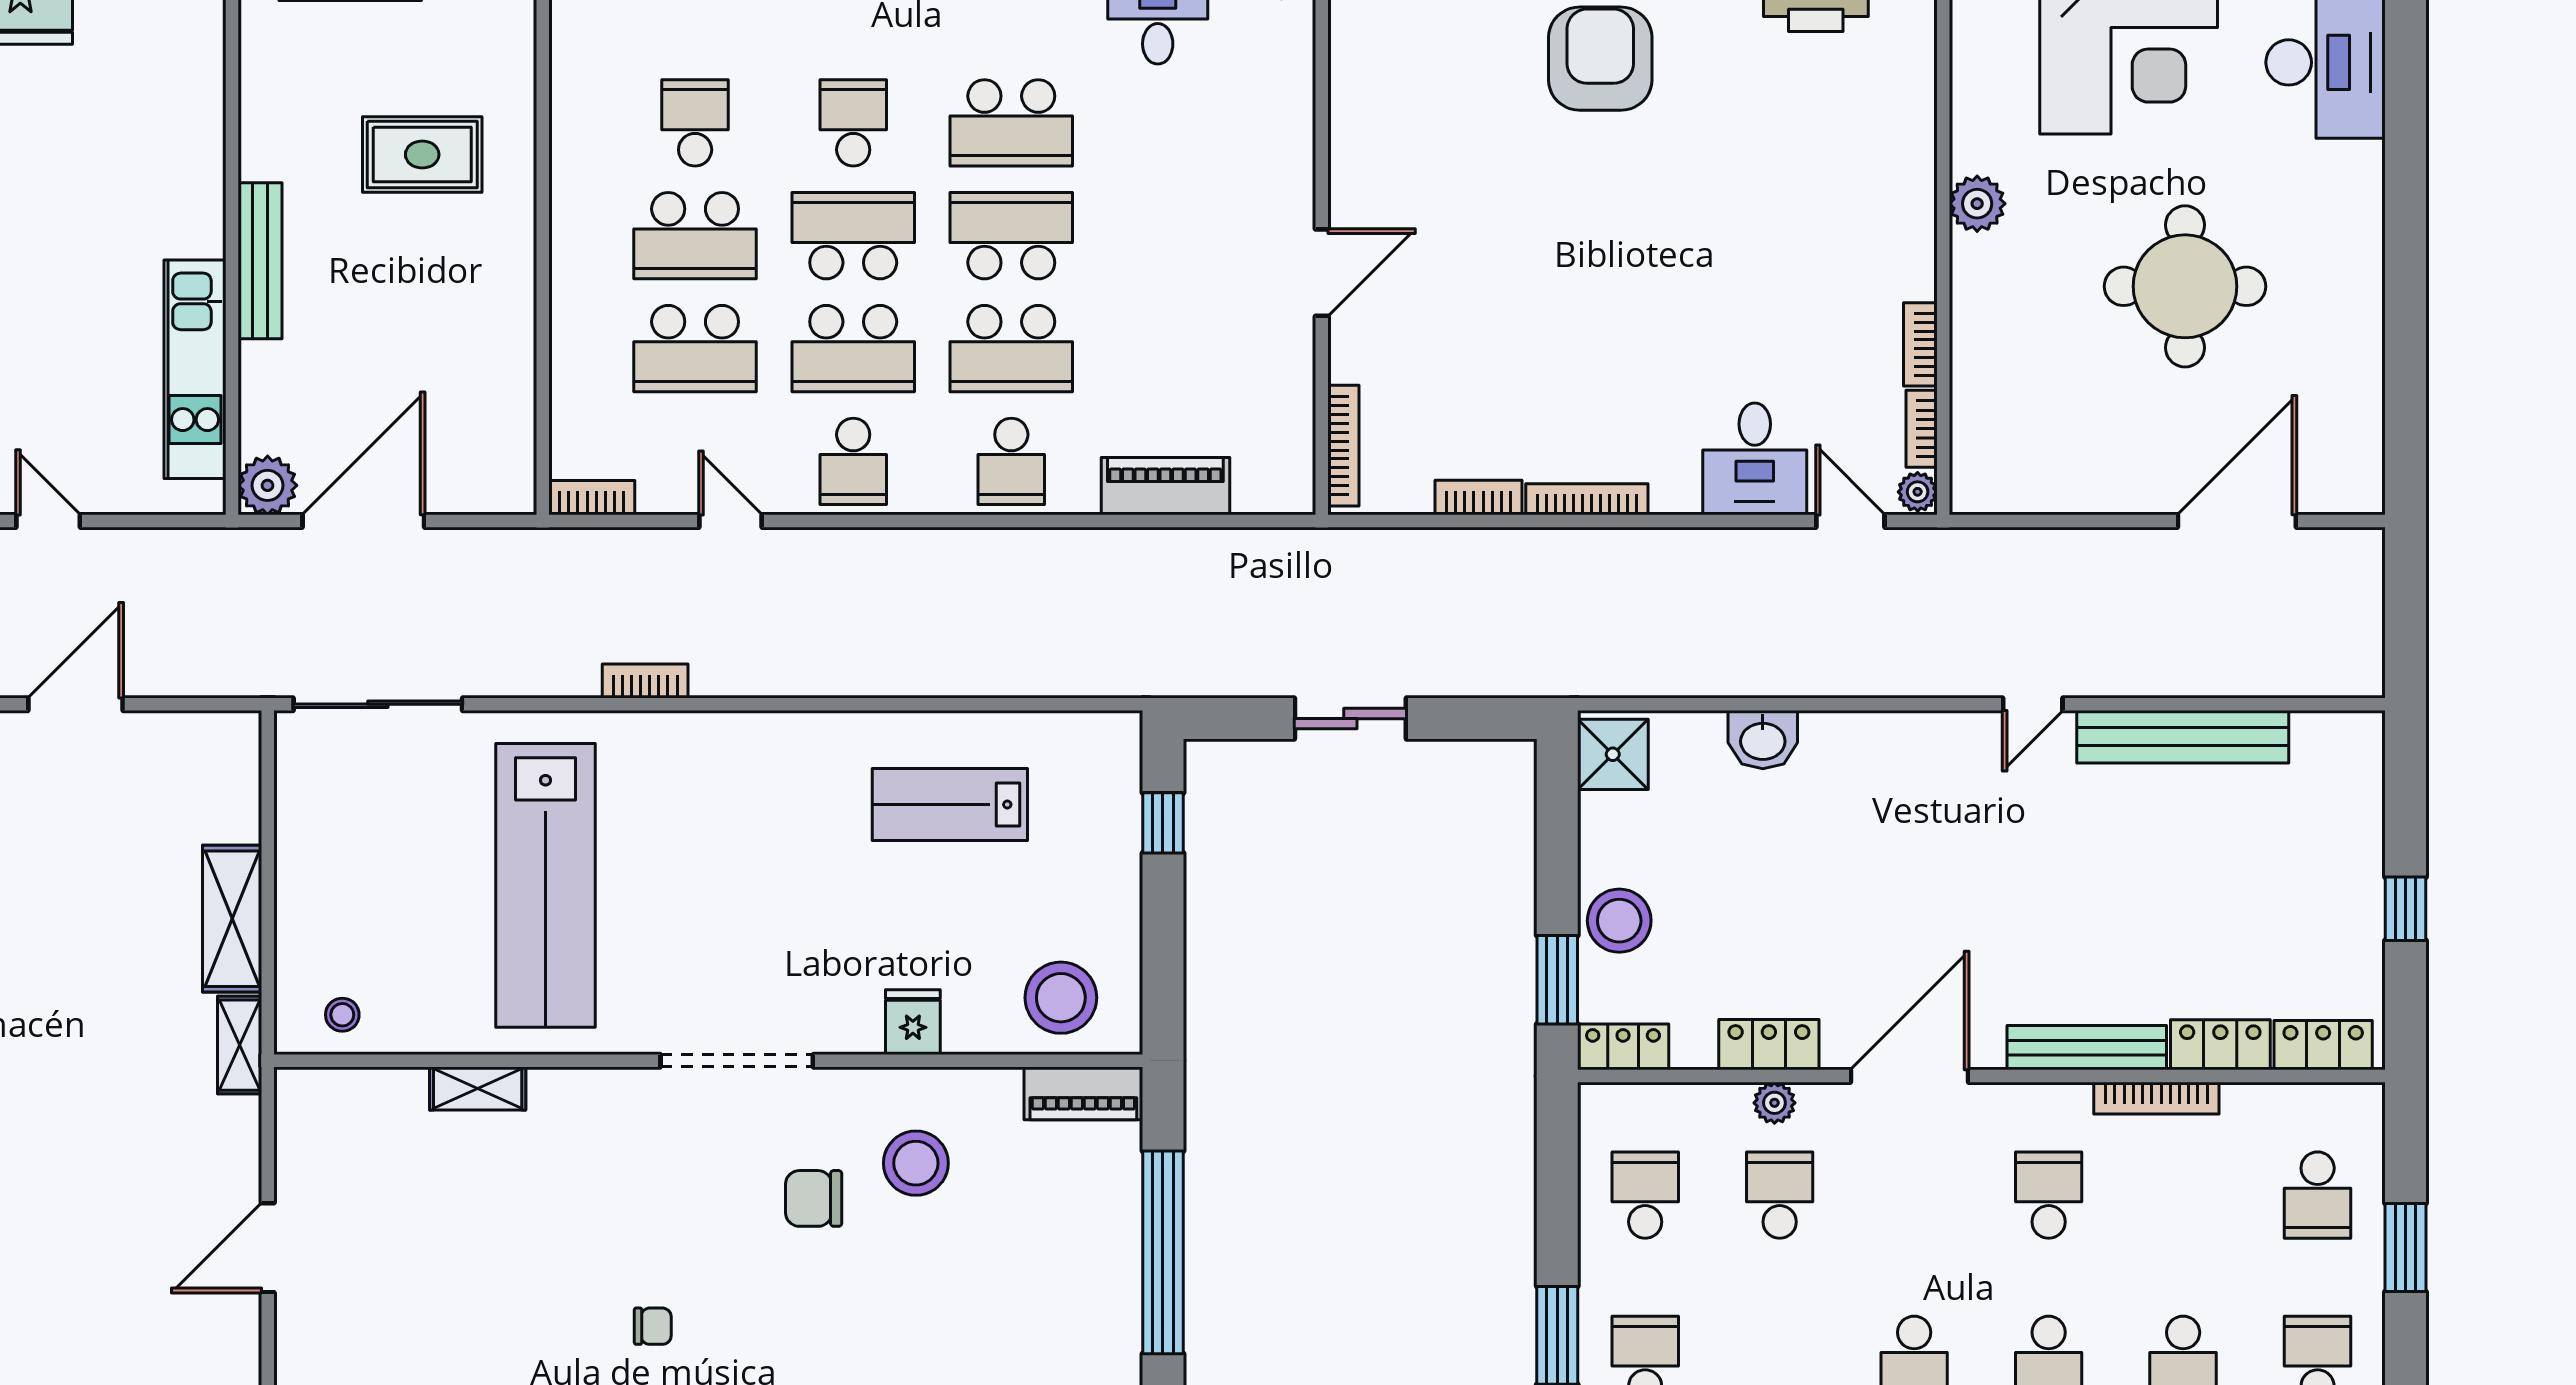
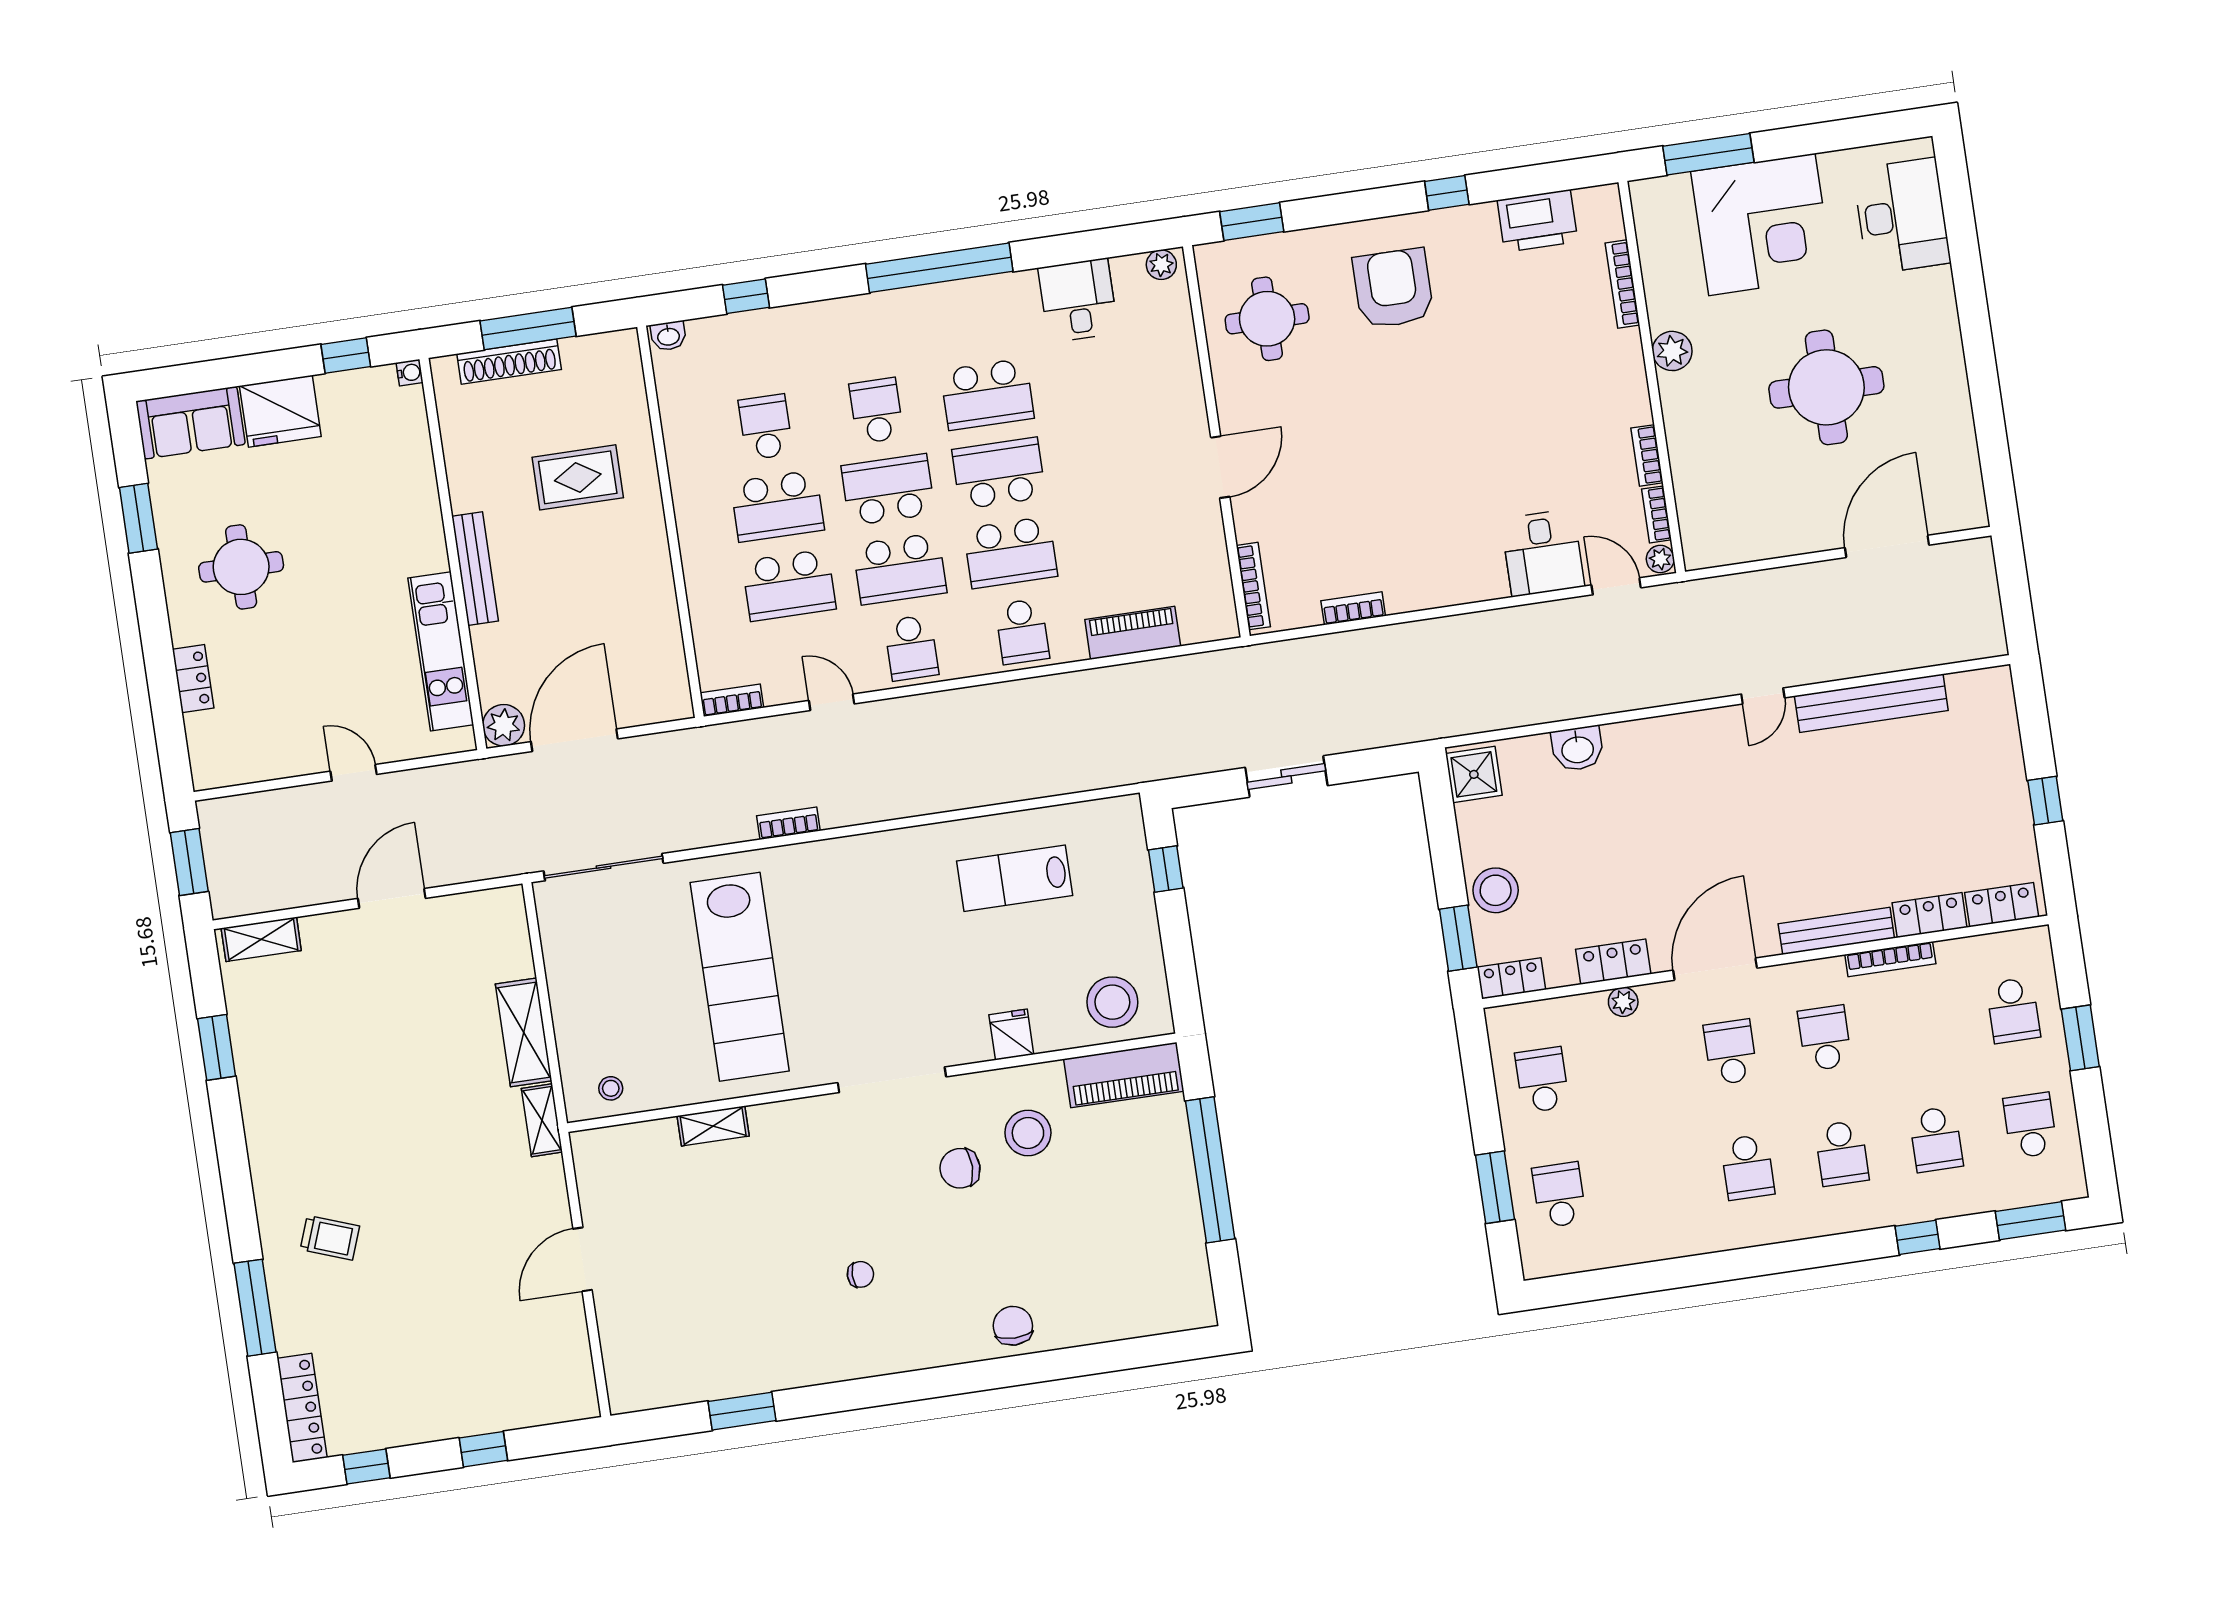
round table: (1418, 75) -> (1267, 319), added
bookcase: (1587, 499) -> (1622, 284), moved, turned -90
piano: (1083, 1093) -> (1124, 1075), width x1.37, depth x1.33
school desk: (1780, 1195) -> (1731, 1052), moved

